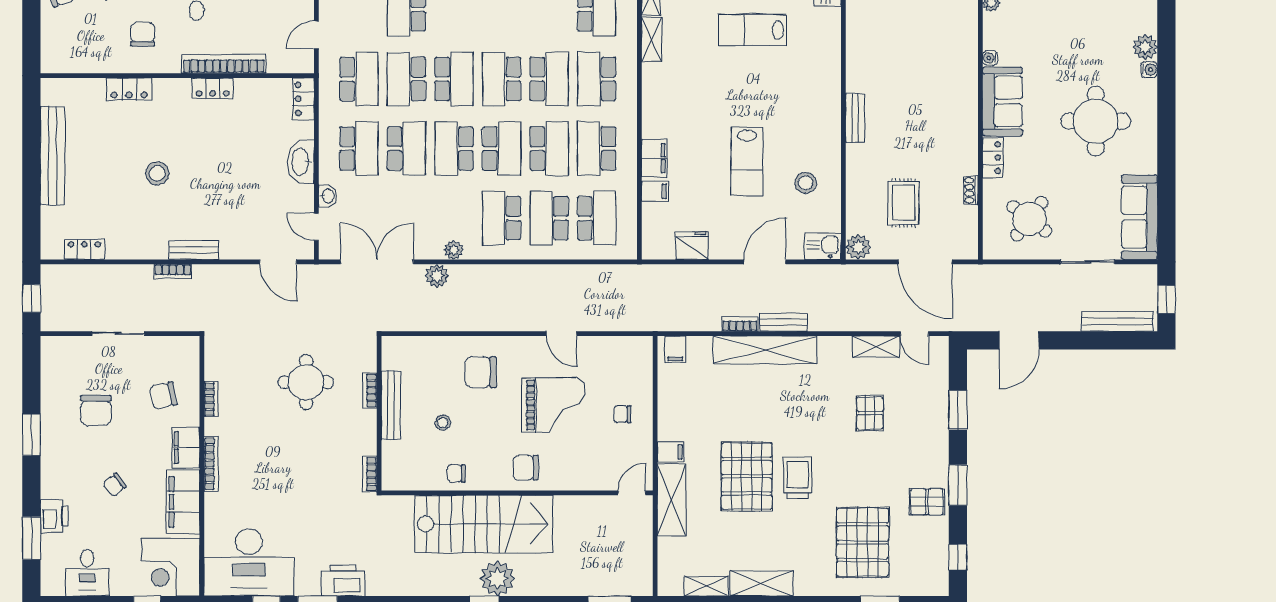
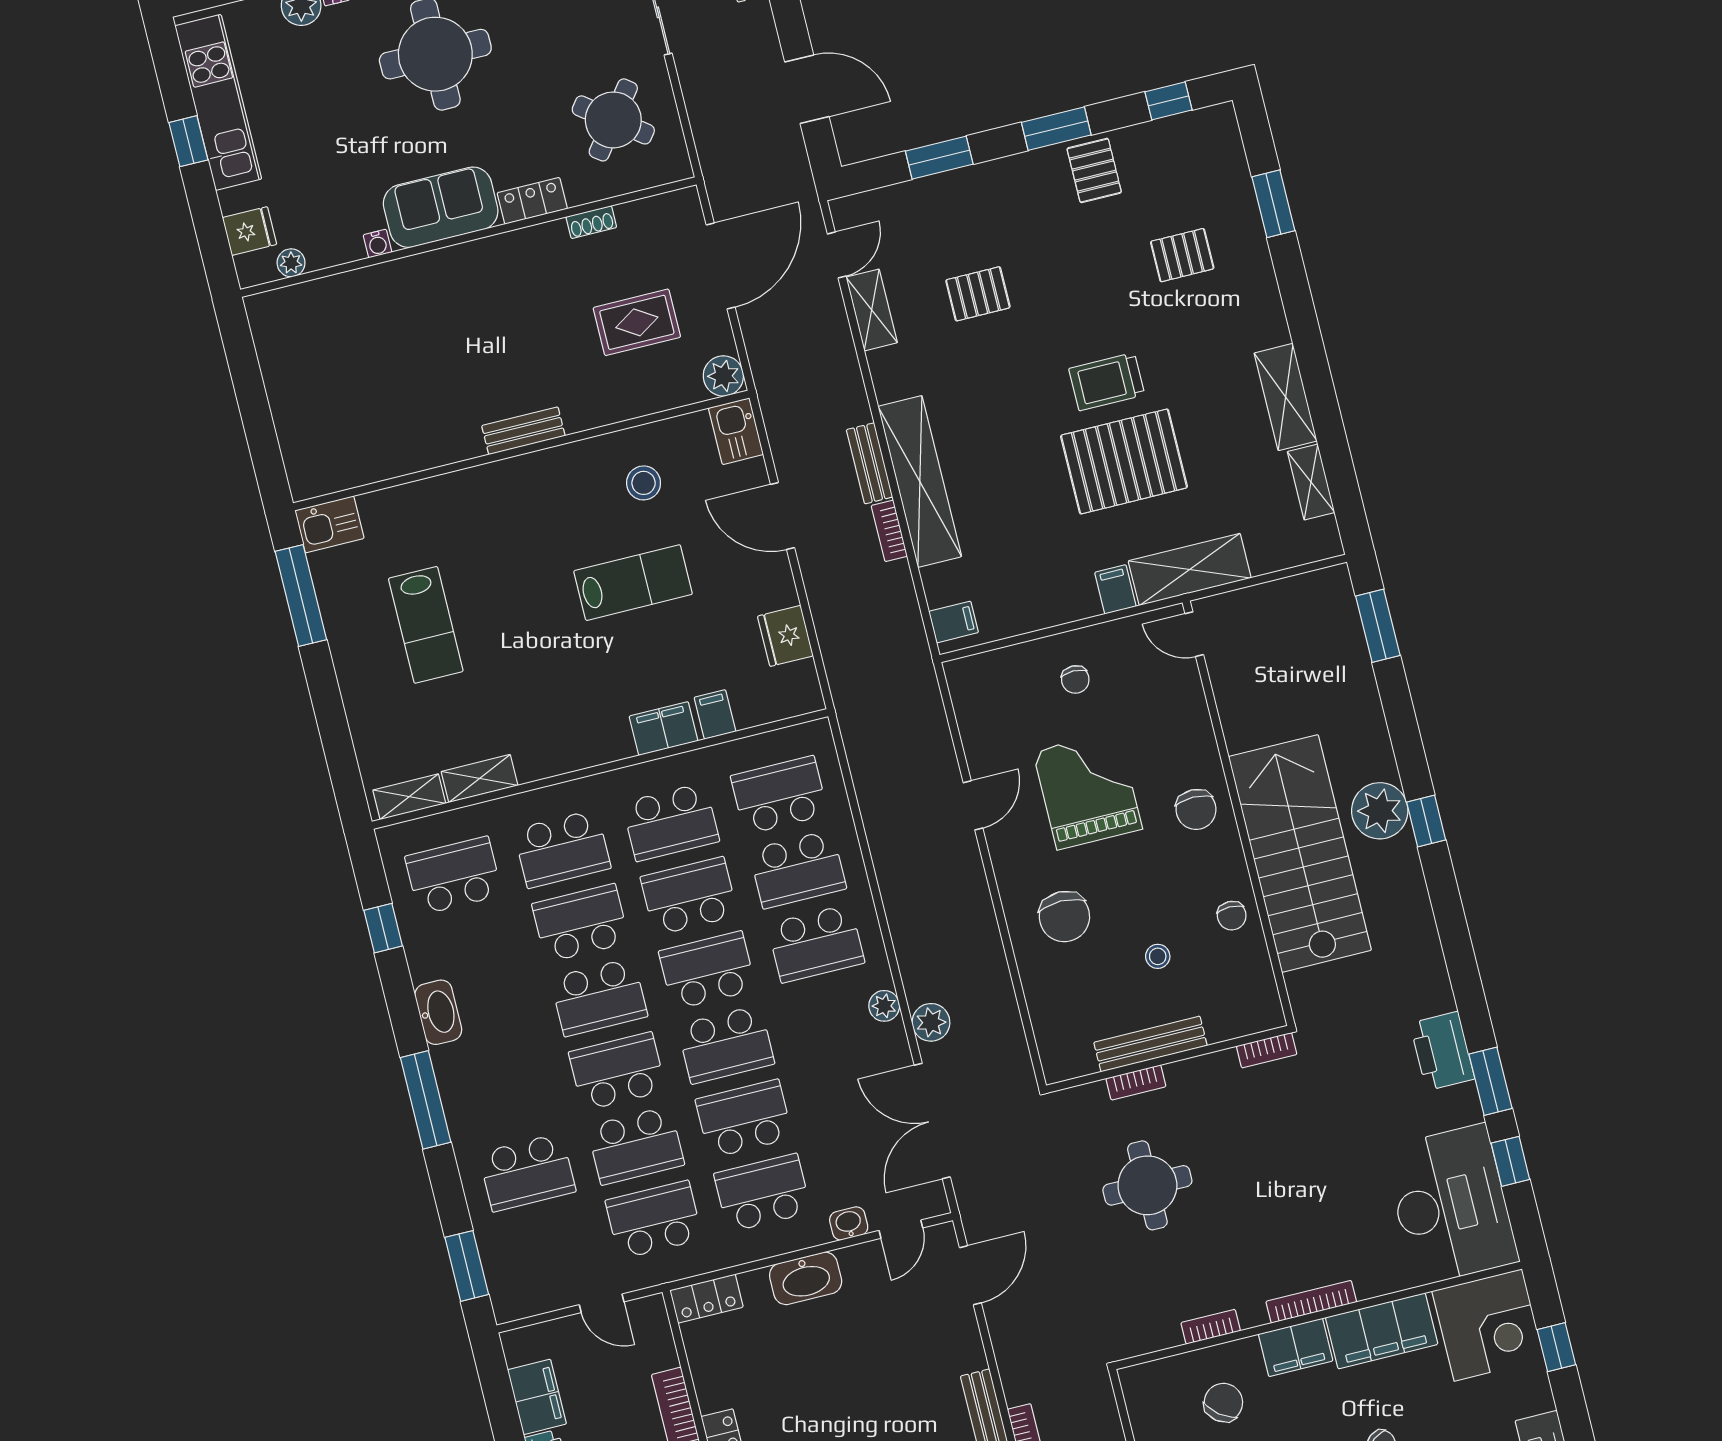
chair: (163, 396) -> (1223, 1403), turned -130
pallet: (863, 542) -> (1182, 255), width x0.49, depth x0.50

